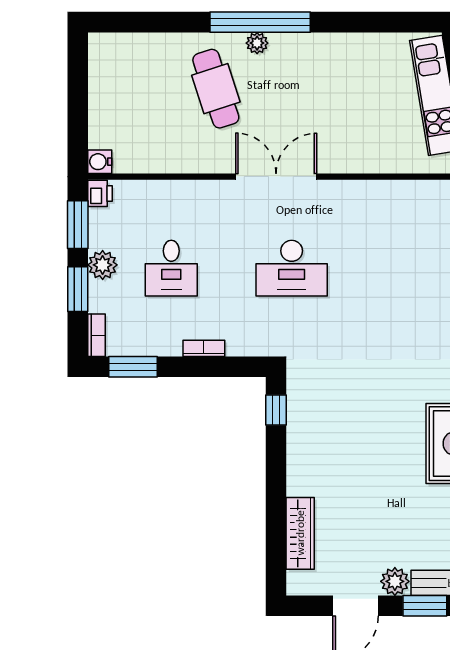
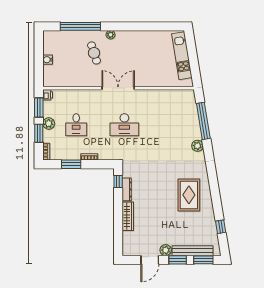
window: (260, 22) -> (80, 26), moved
cafe table: (216, 89) -> (94, 53), width x0.73, depth x0.74
water cooler: (100, 162) -> (48, 60), moved
window: (133, 367) -> (71, 164), moved
dresser: (297, 430) -> (127, 189), added
wardrobe: (300, 533) -> (128, 216), moved

